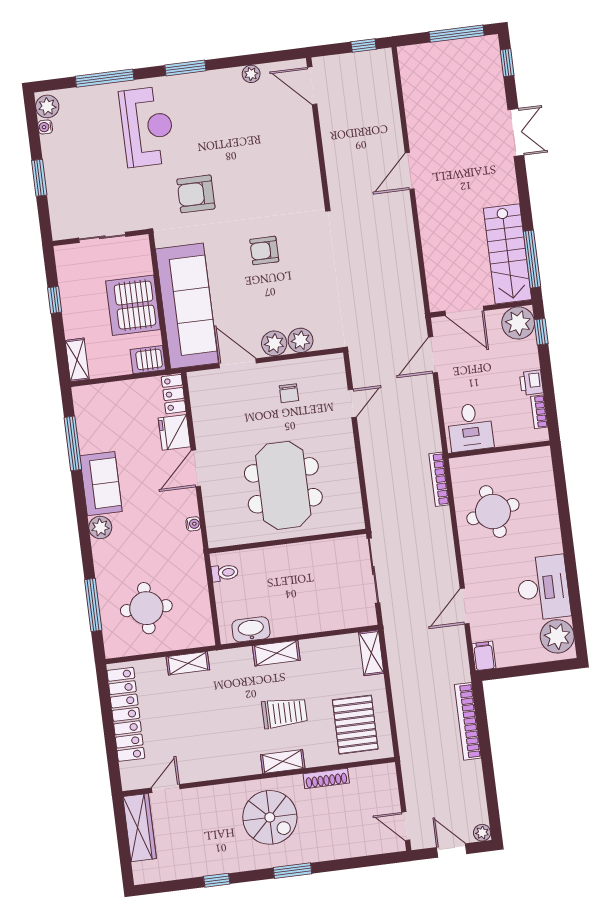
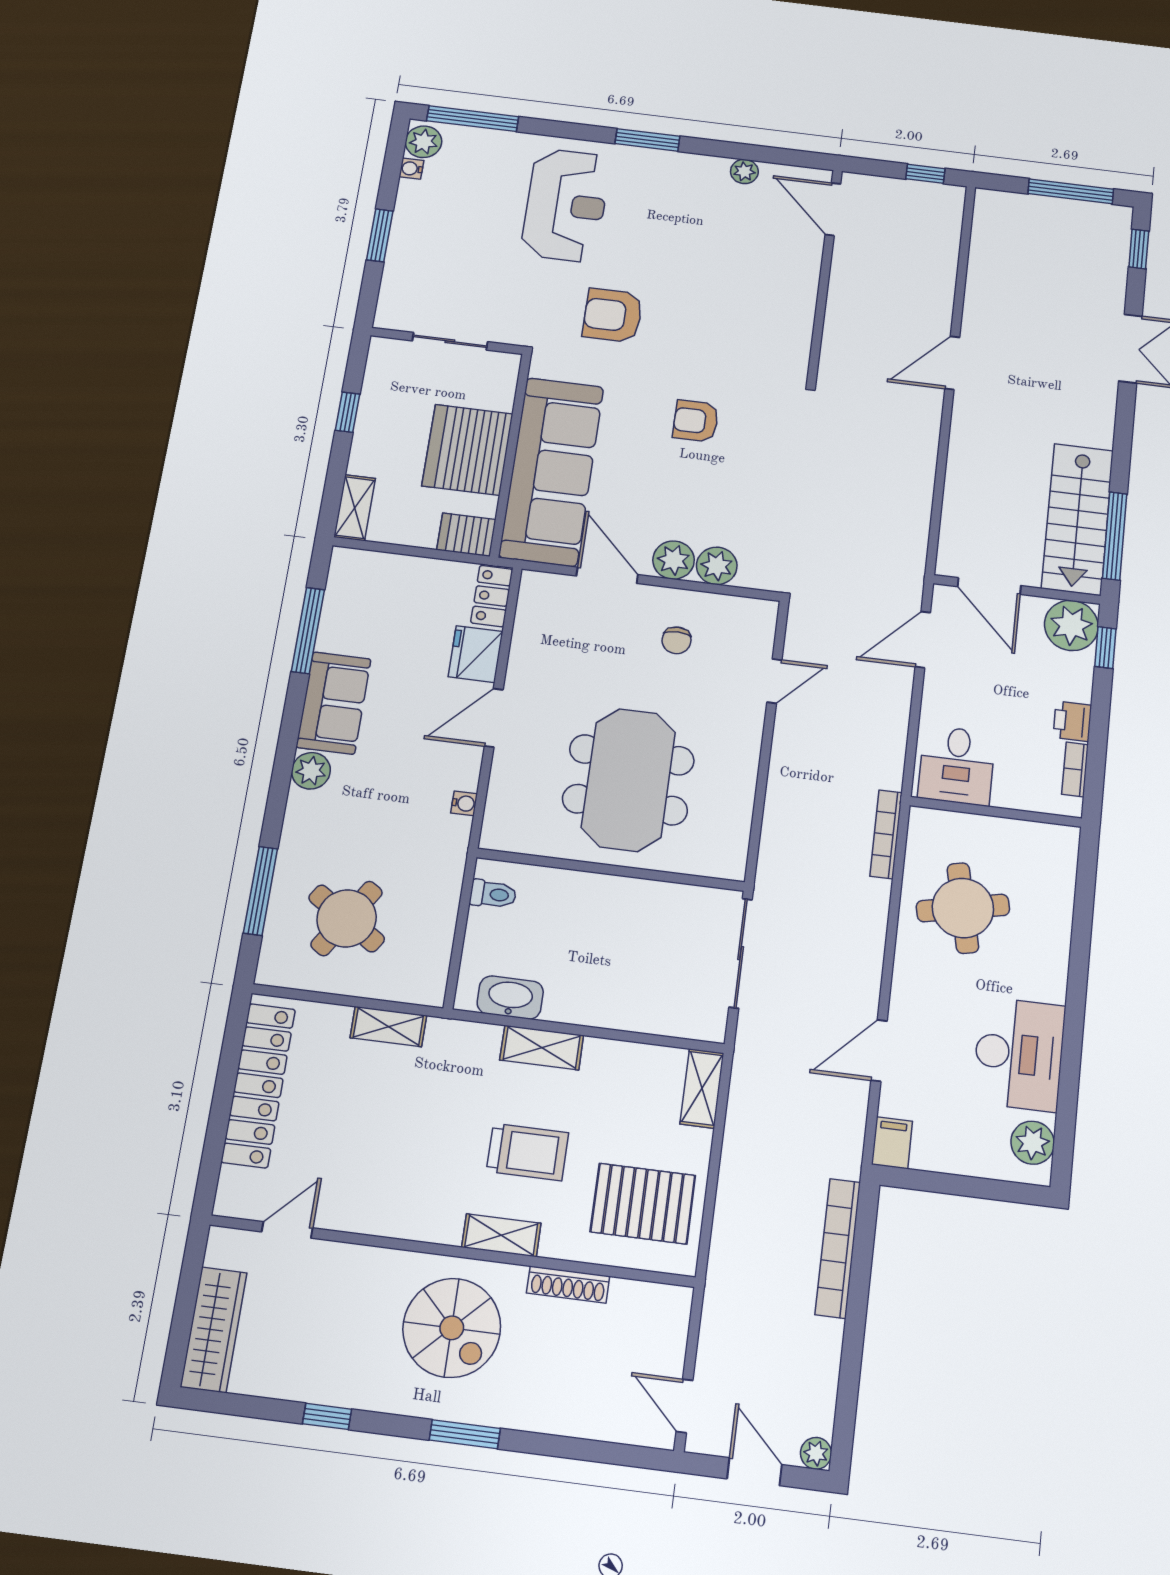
window: (105, 78) -> (473, 119), moved
round table: (146, 608) -> (347, 918), turned 33
plant: (557, 636) -> (1033, 1143), width x0.73, depth x0.73
pallet: (355, 725) -> (643, 1204), turned 90
wardrobe: (140, 828) -> (214, 1330), moved

